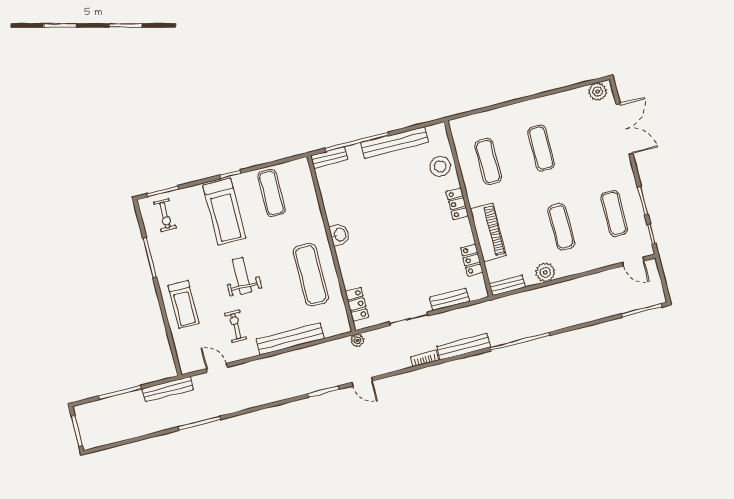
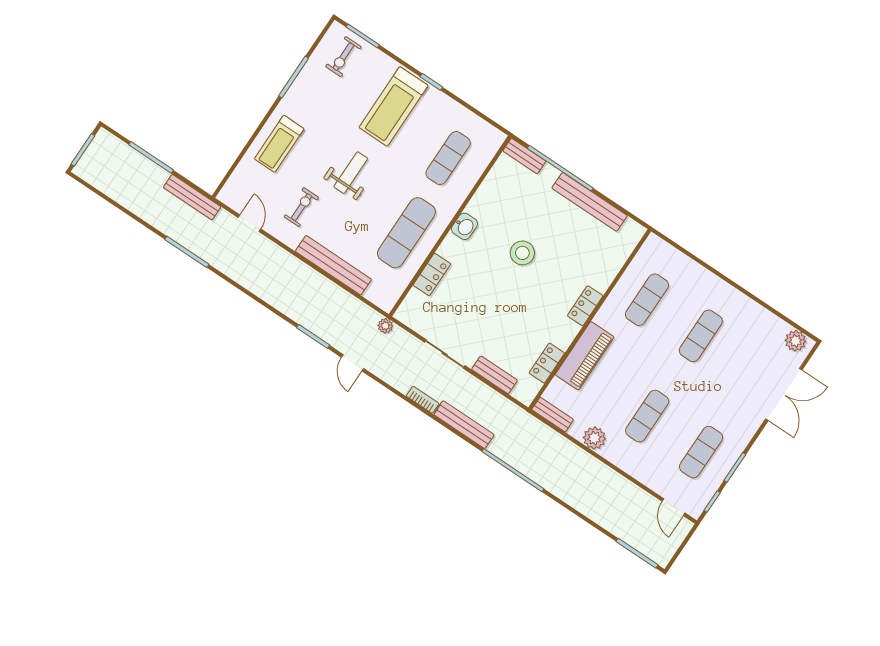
stool: (440, 166) -> (522, 253), moved
exercise mat: (271, 193) -> (448, 158), moved
locker: (357, 304) -> (432, 274), moved

